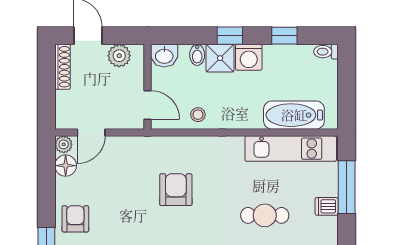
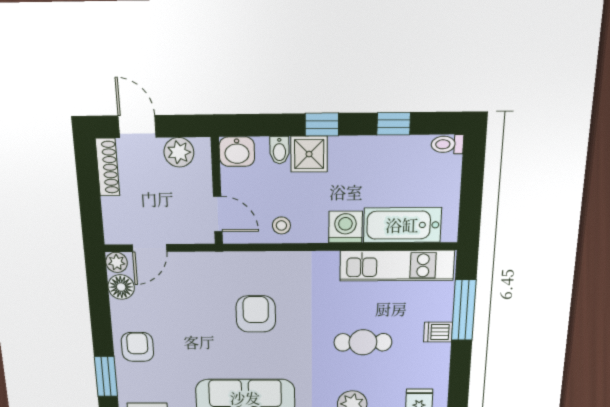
washing machine: (249, 57) -> (345, 227), moved, turned 180

